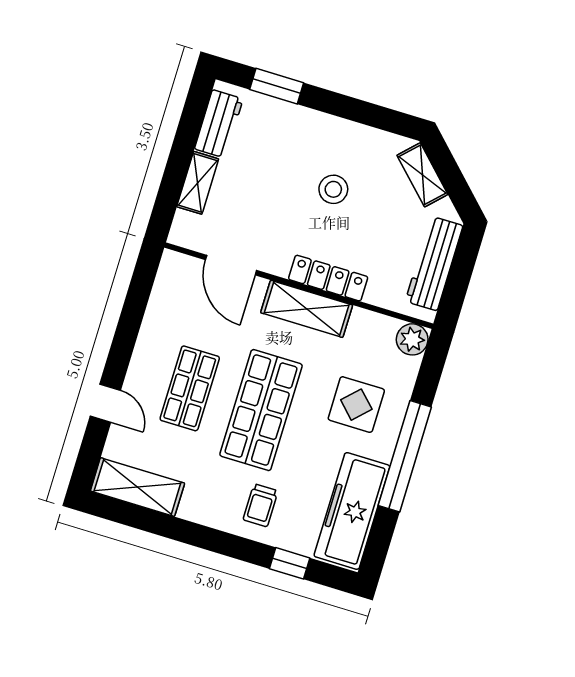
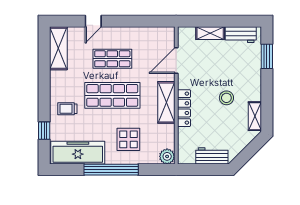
shelving: (422, 175) -> (255, 116), moved, turned -45
workbench: (434, 263) -> (212, 156), width x0.73

